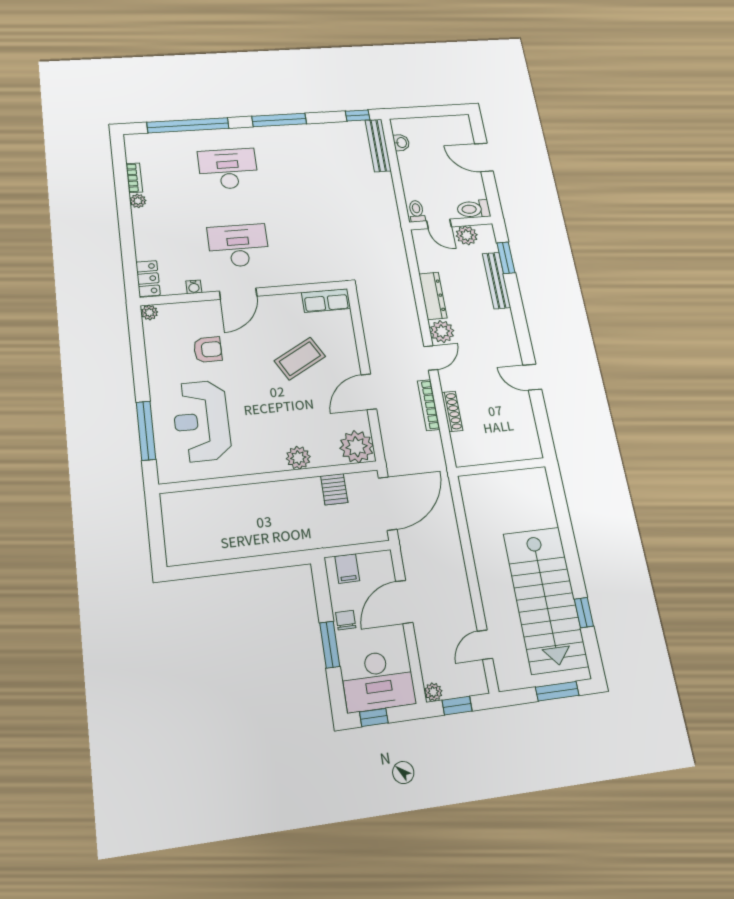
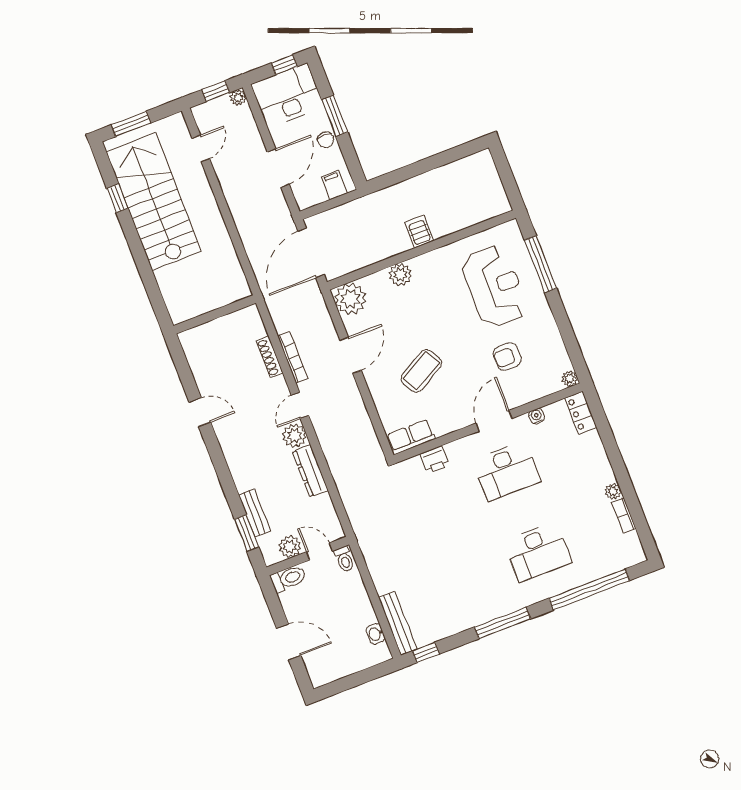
printer: (307, 274) -> (435, 460), added
bench: (496, 280) -> (255, 513), width x0.73
server rack: (334, 489) -> (419, 231), moved

